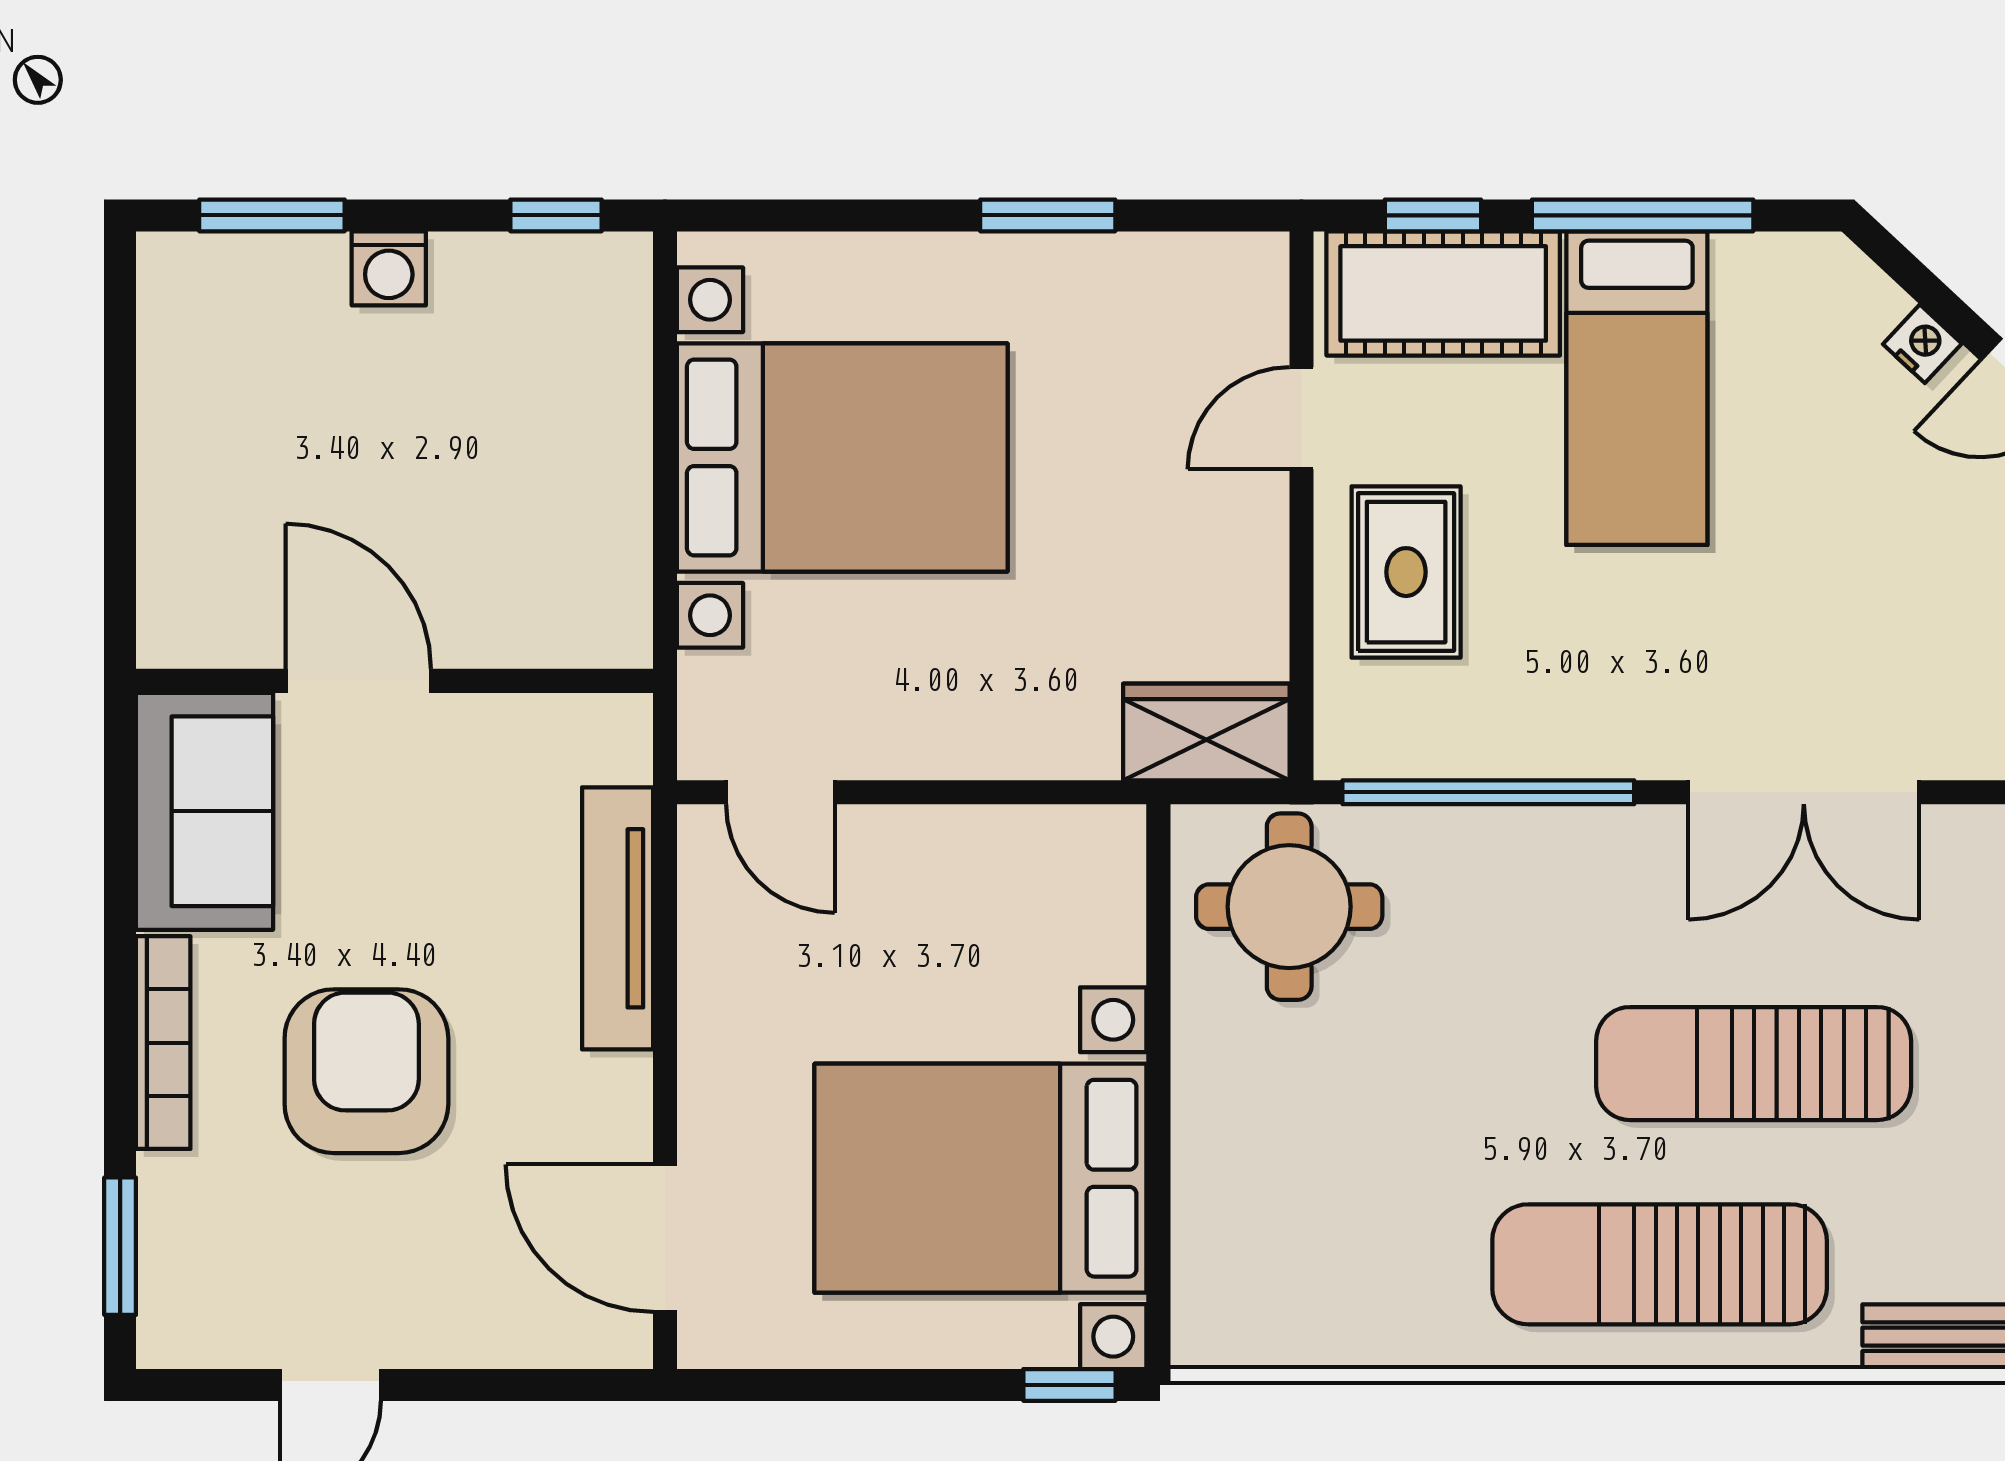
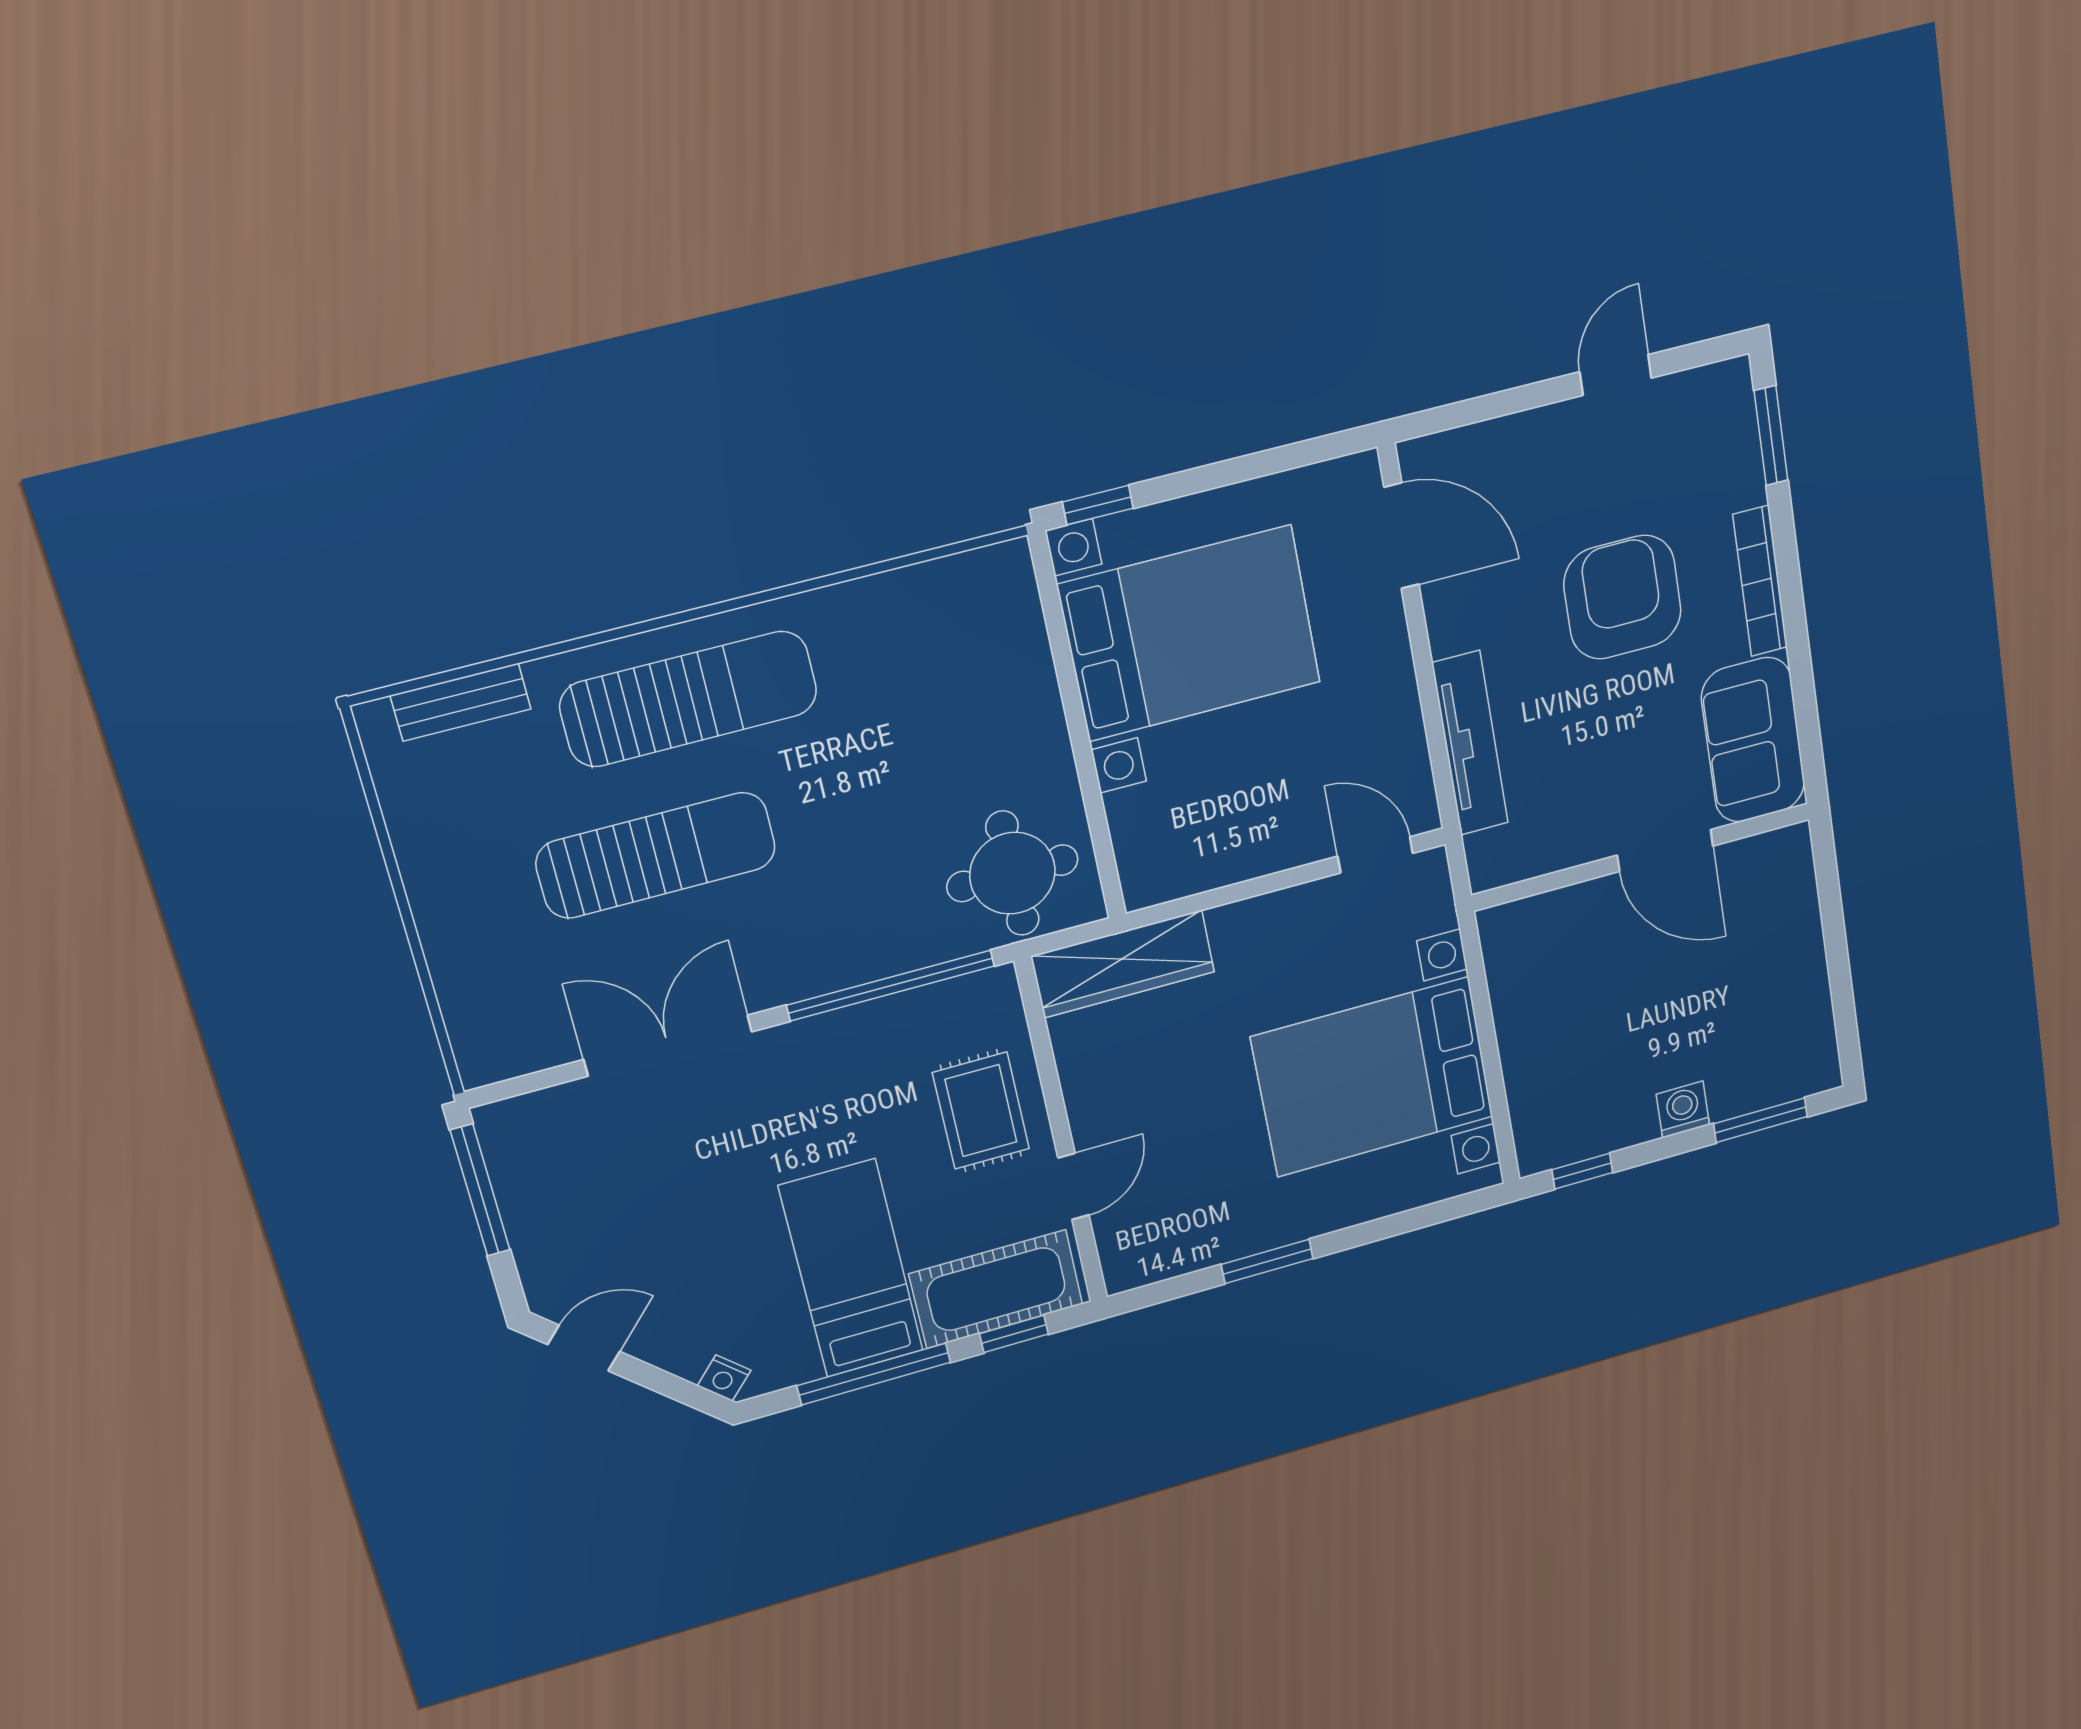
nightstand: (1922, 344) -> (724, 1378), moved
wardrobe: (1206, 732) -> (1123, 964), width x1.50
armchair: (366, 1071) -> (1623, 597), turned 180

